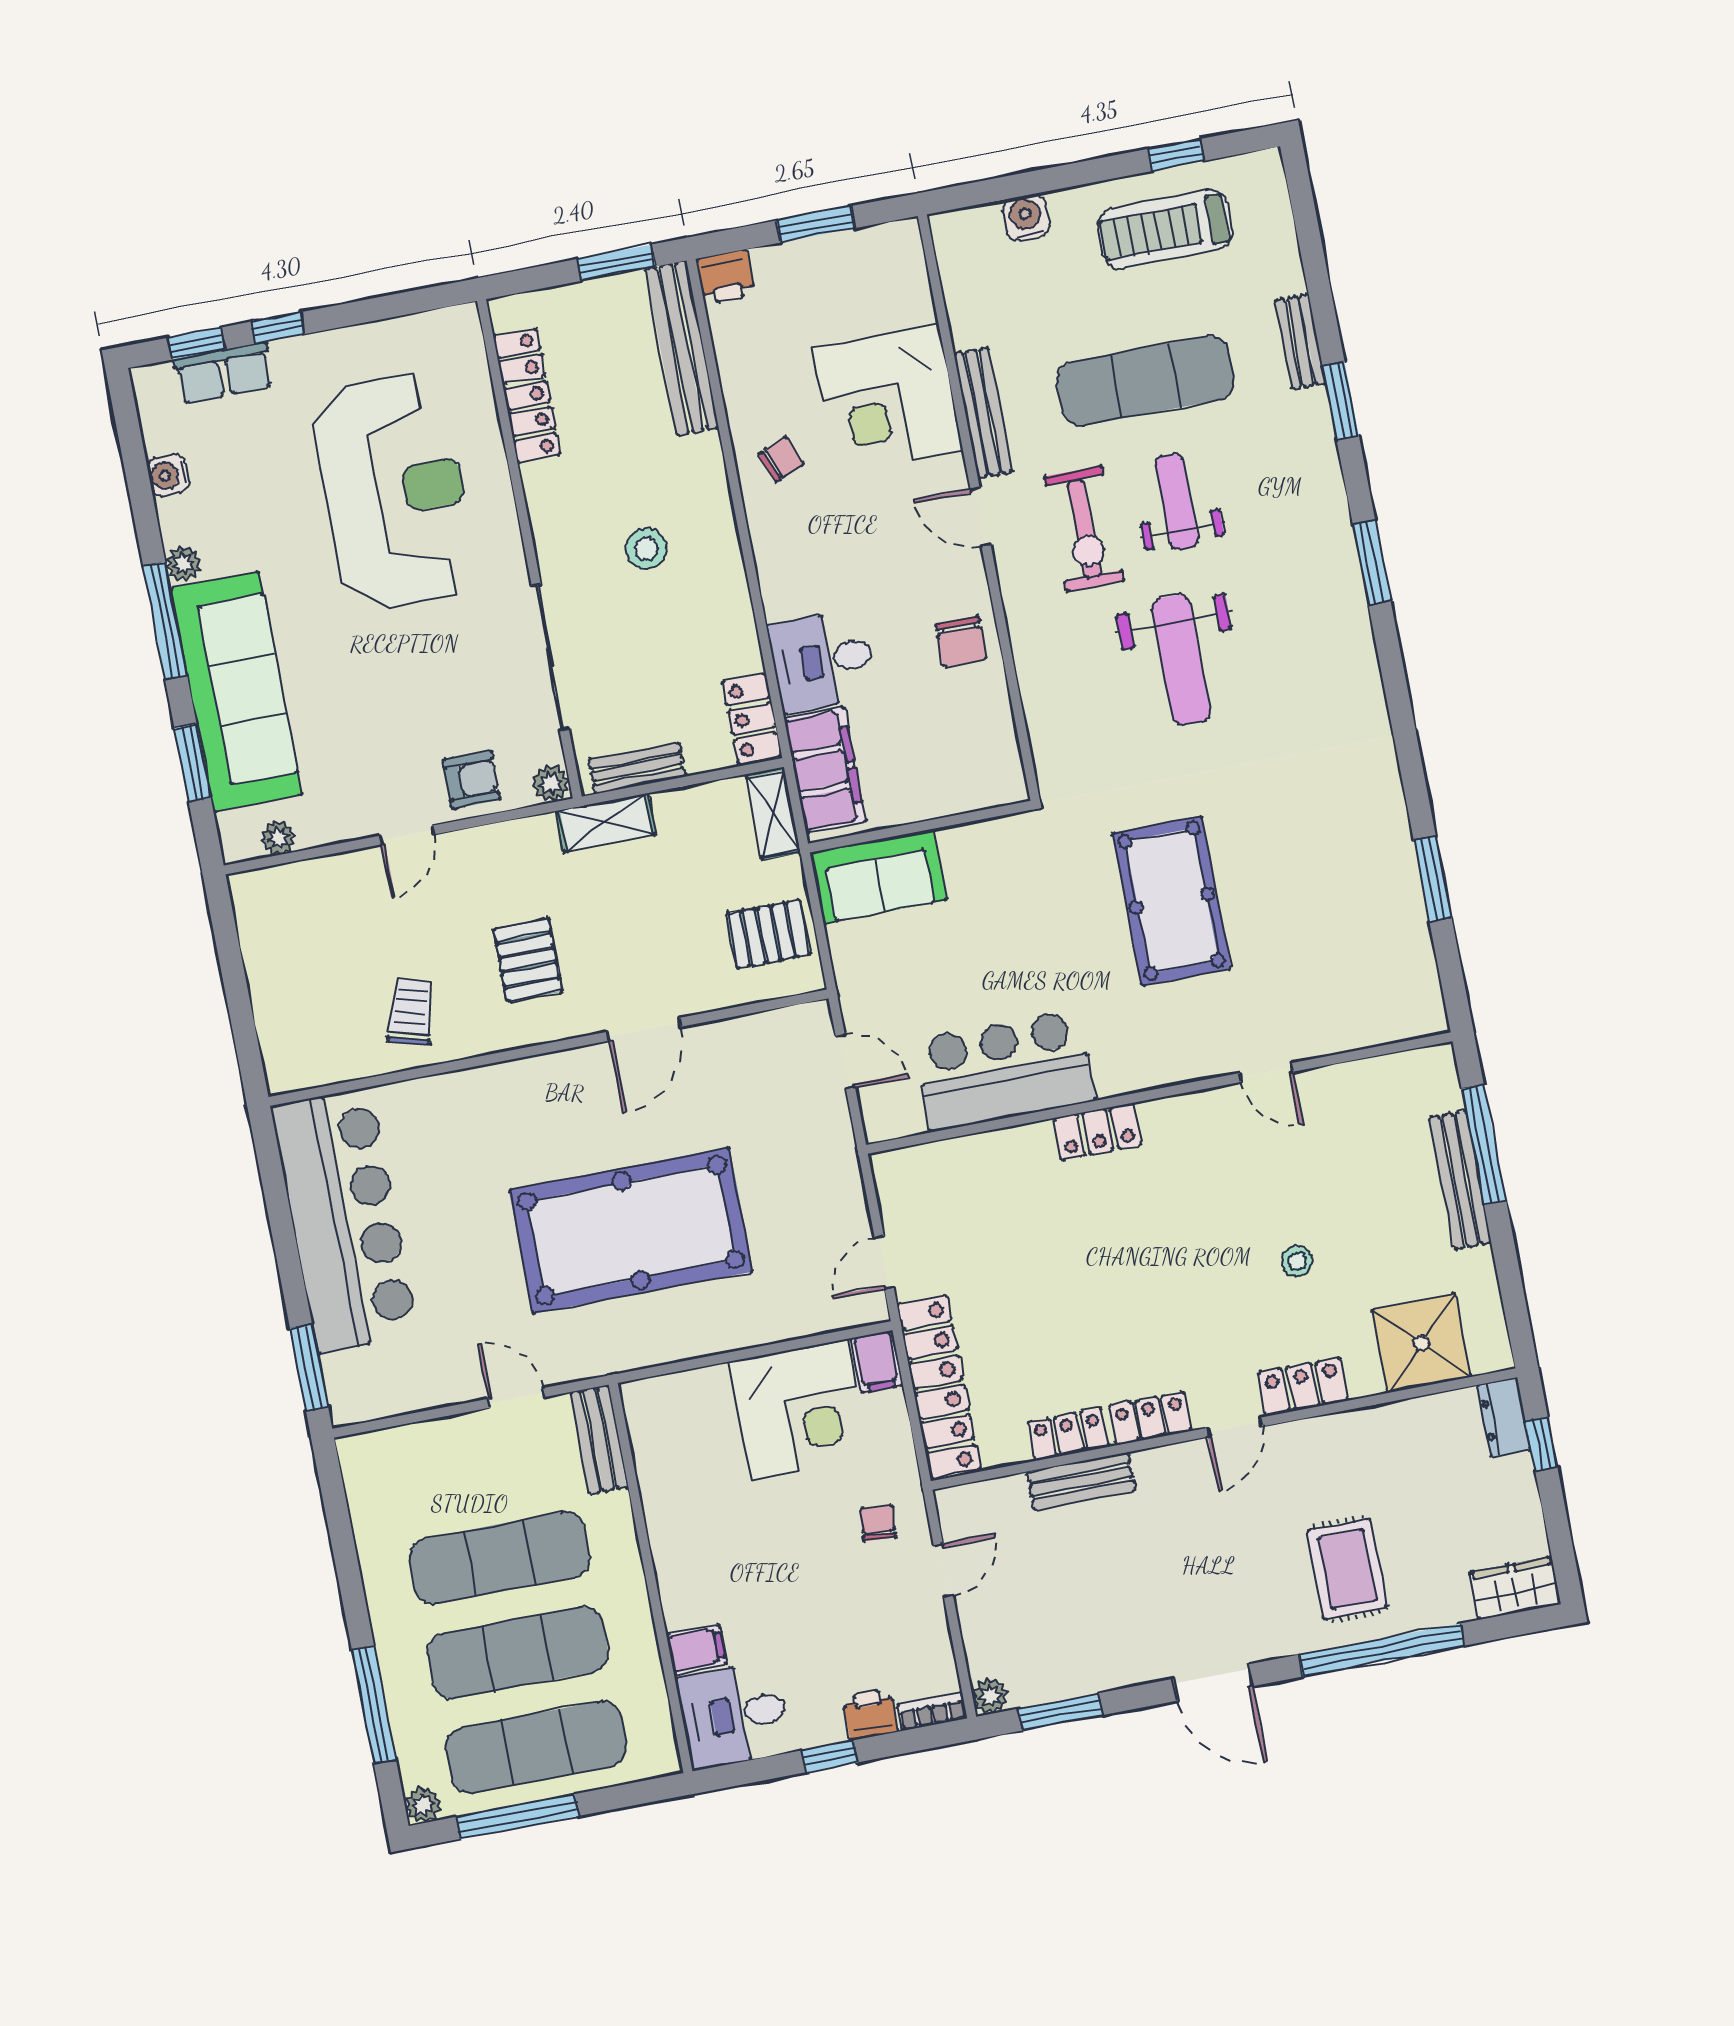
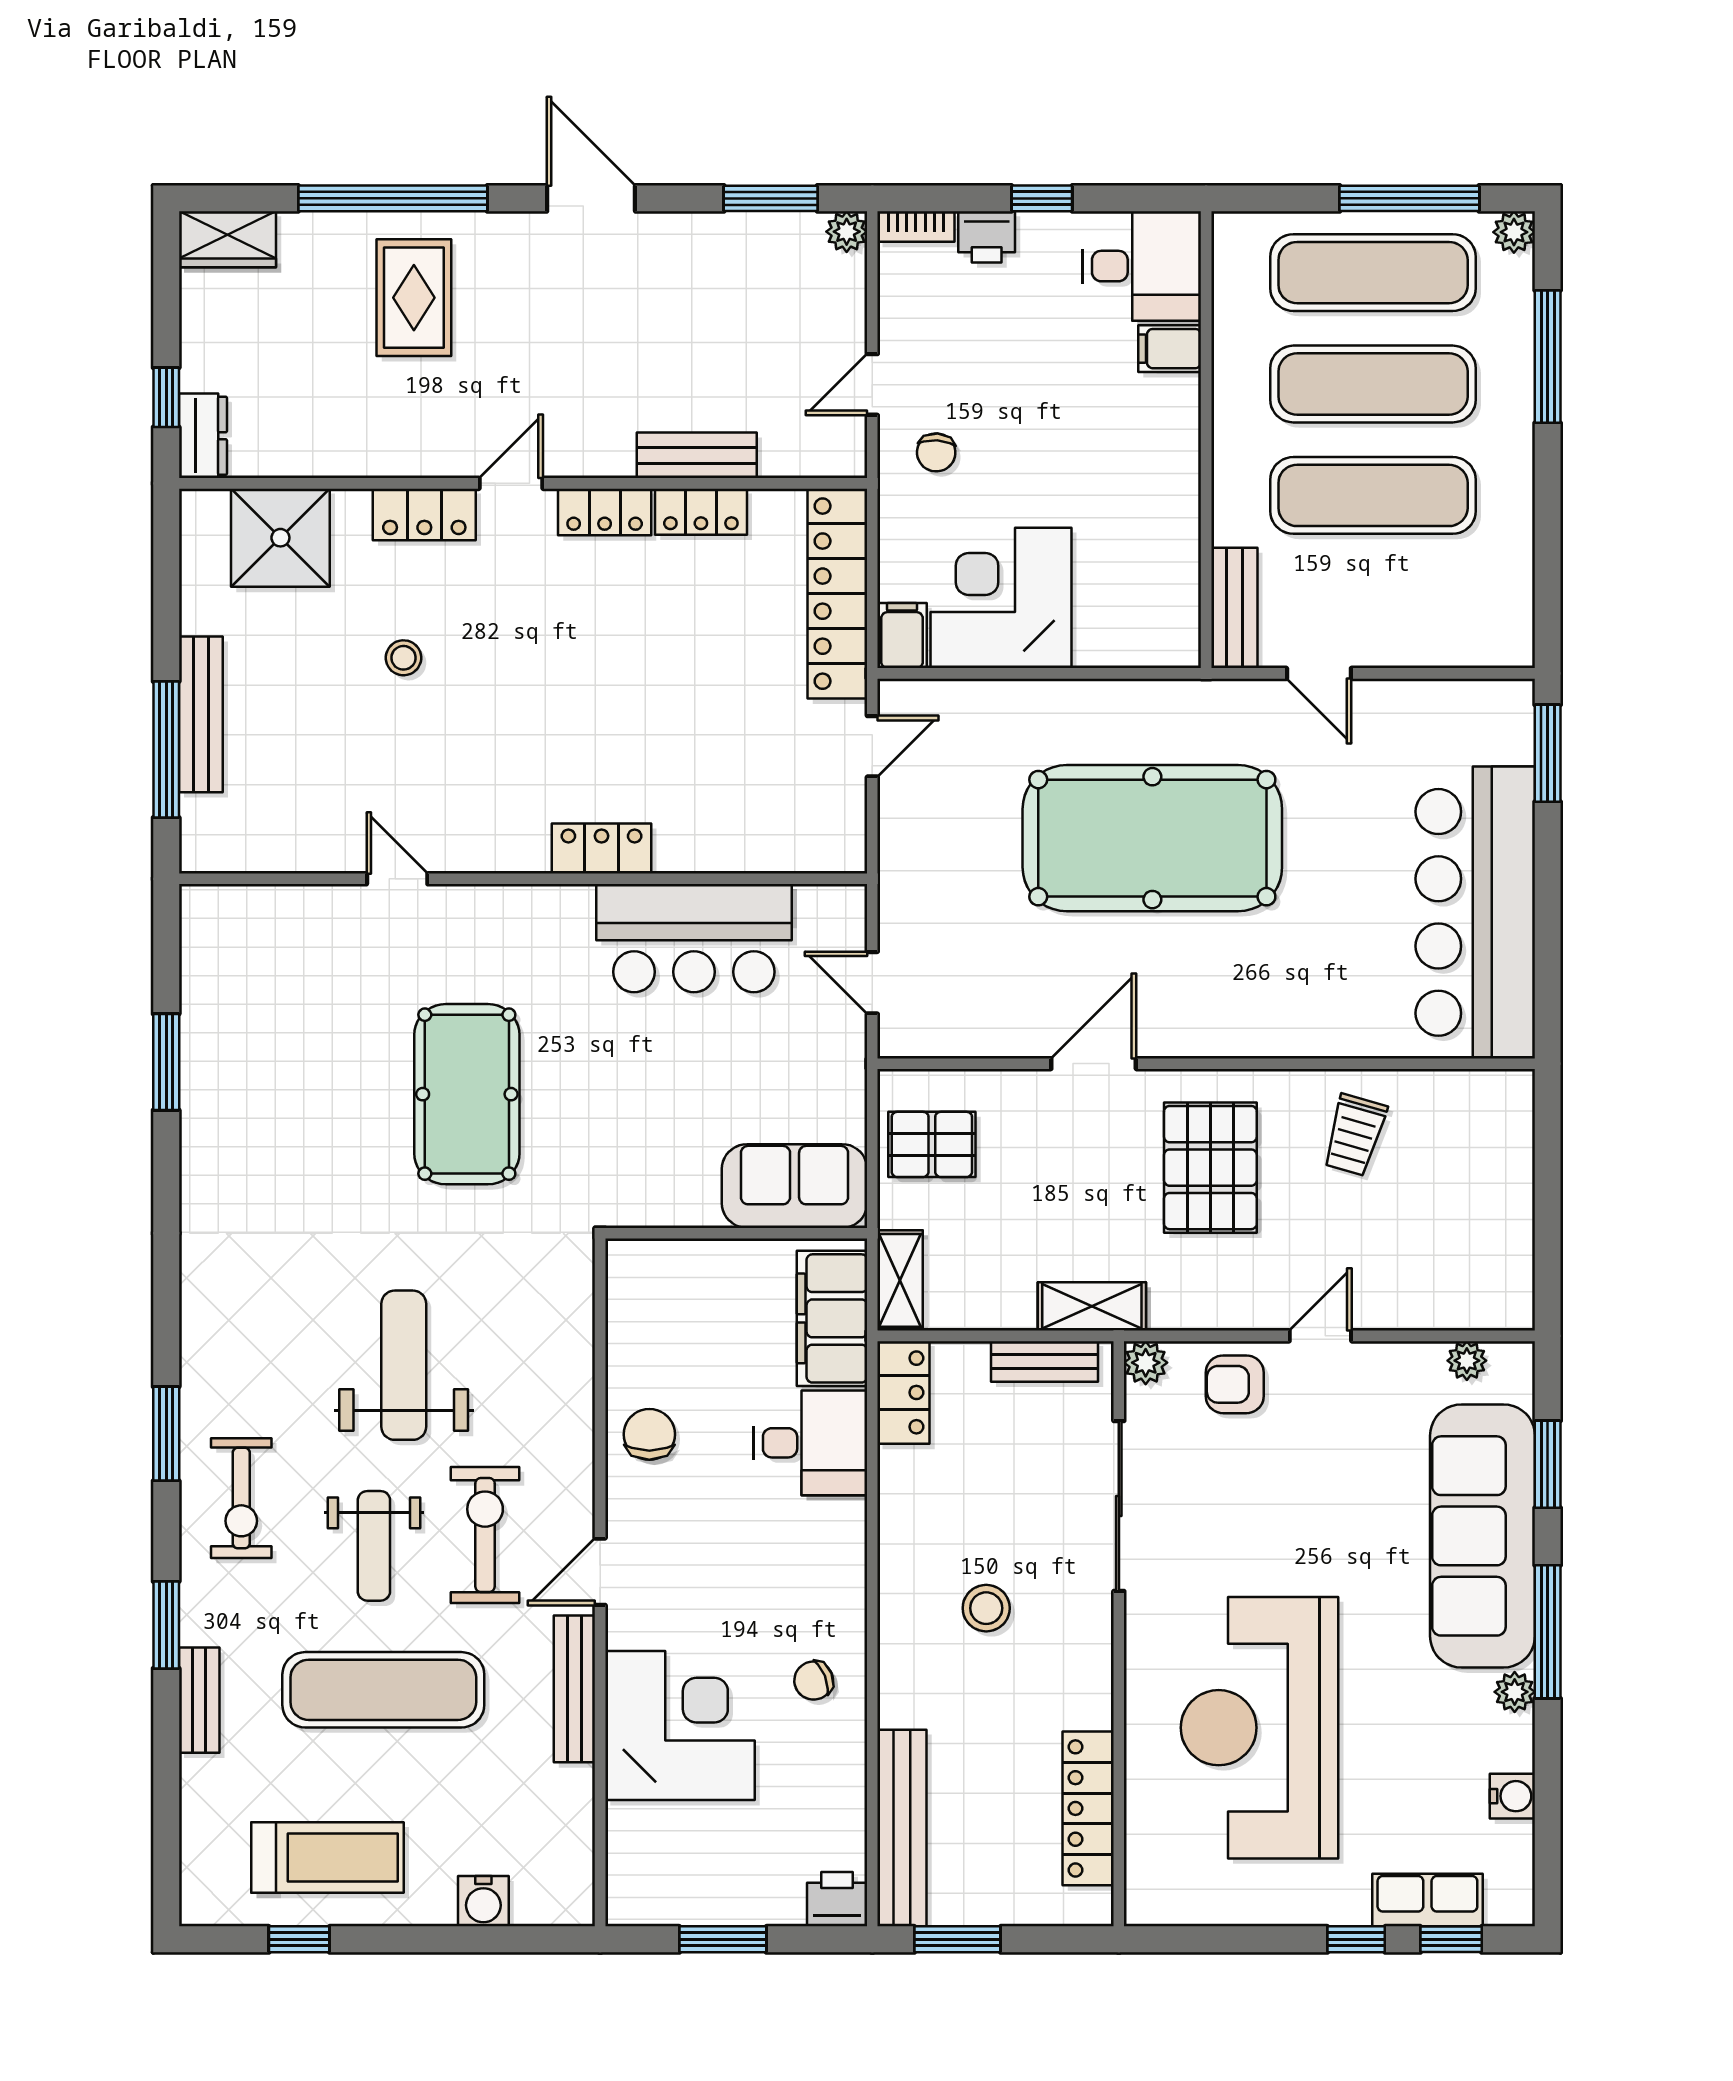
door: (980, 517) -> (600, 1572), swing flipped
exercise bike: (1297, 521) -> (241, 1498), added
pallet: (528, 960) -> (1210, 1168), width x1.50, depth x1.42

